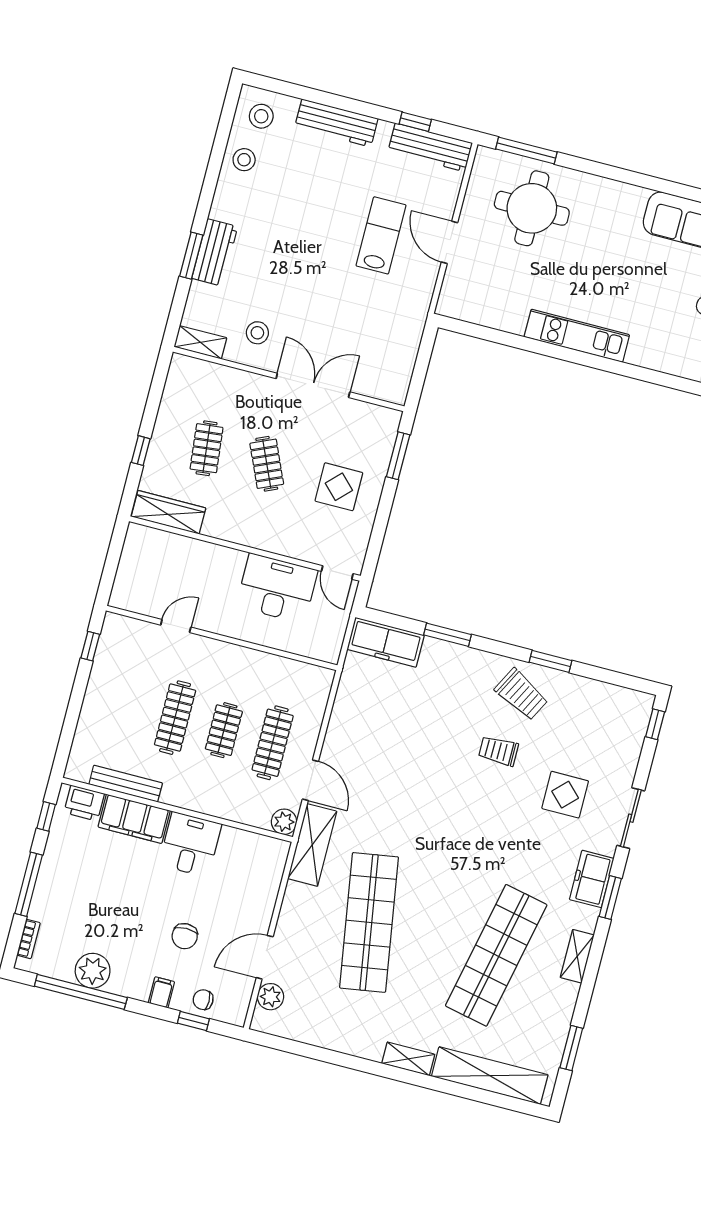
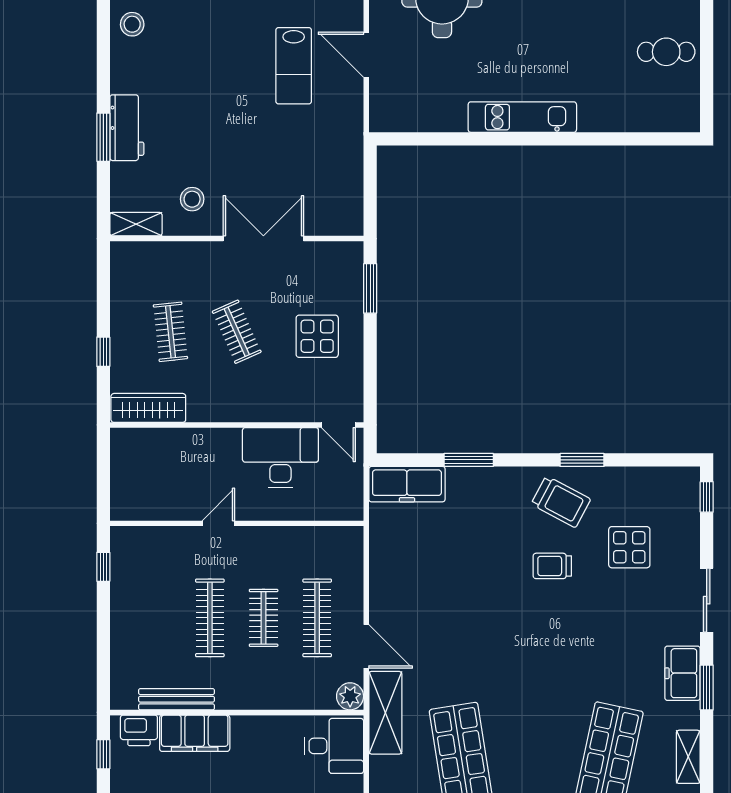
lab bench: (381, 235) -> (294, 66), turned 180
door: (176, 626) -> (218, 523), moved
display table: (565, 795) -> (629, 547), moved
desk: (190, 844) -> (334, 746), moved, turned 90

